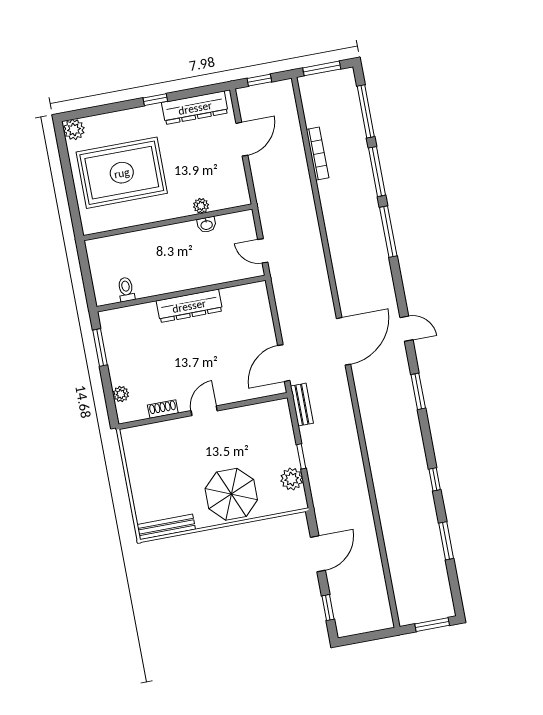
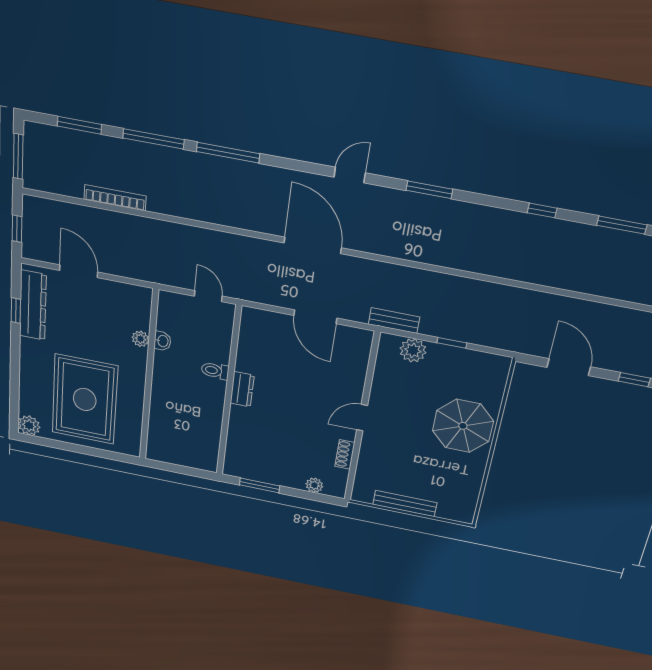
window: (155, 100) -> (16, 311), moved
window: (366, 111) -> (79, 125), width x0.69
door: (263, 251) -> (208, 296), swing flipped
toilet: (126, 289) -> (215, 371), moved
dresser: (189, 306) -> (242, 389), width x0.51, depth x0.80
door: (343, 341) -> (313, 245), moved
door: (284, 363) -> (315, 317), moved
door: (204, 411) -> (362, 418), hinge flipped
plant: (292, 479) -> (413, 350), moved
bench: (166, 527) -> (405, 504), moved, turned 90

